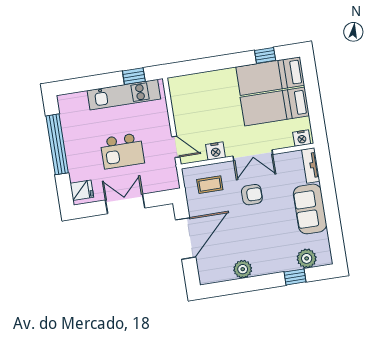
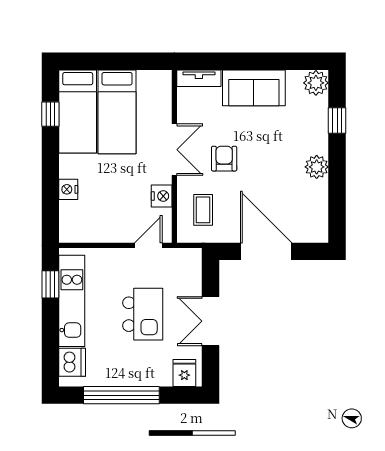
dishwasher: (76, 102) -> (72, 362), added
nightstand: (302, 138) -> (68, 189), moved, turned 180
plant: (307, 258) -> (316, 83), moved
plant: (243, 269) -> (317, 167), moved

